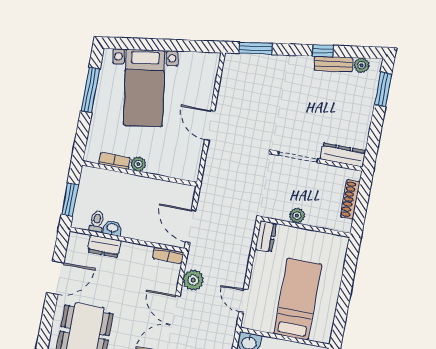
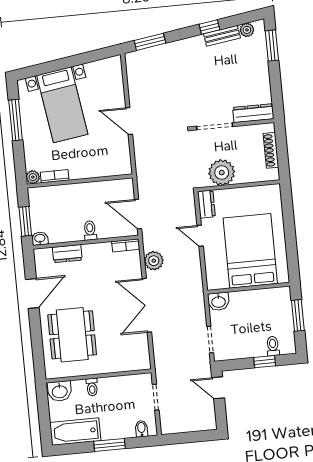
plant: (138, 164) -> (33, 177), moved
plant: (297, 216) -> (222, 173), width x1.88, depth x1.88
toilet: (97, 222) -> (90, 230), moved
washbasin: (112, 228) -> (40, 239), moved
bed: (298, 299) -> (250, 251), width x1.50
door: (243, 301) -> (200, 236), moved

